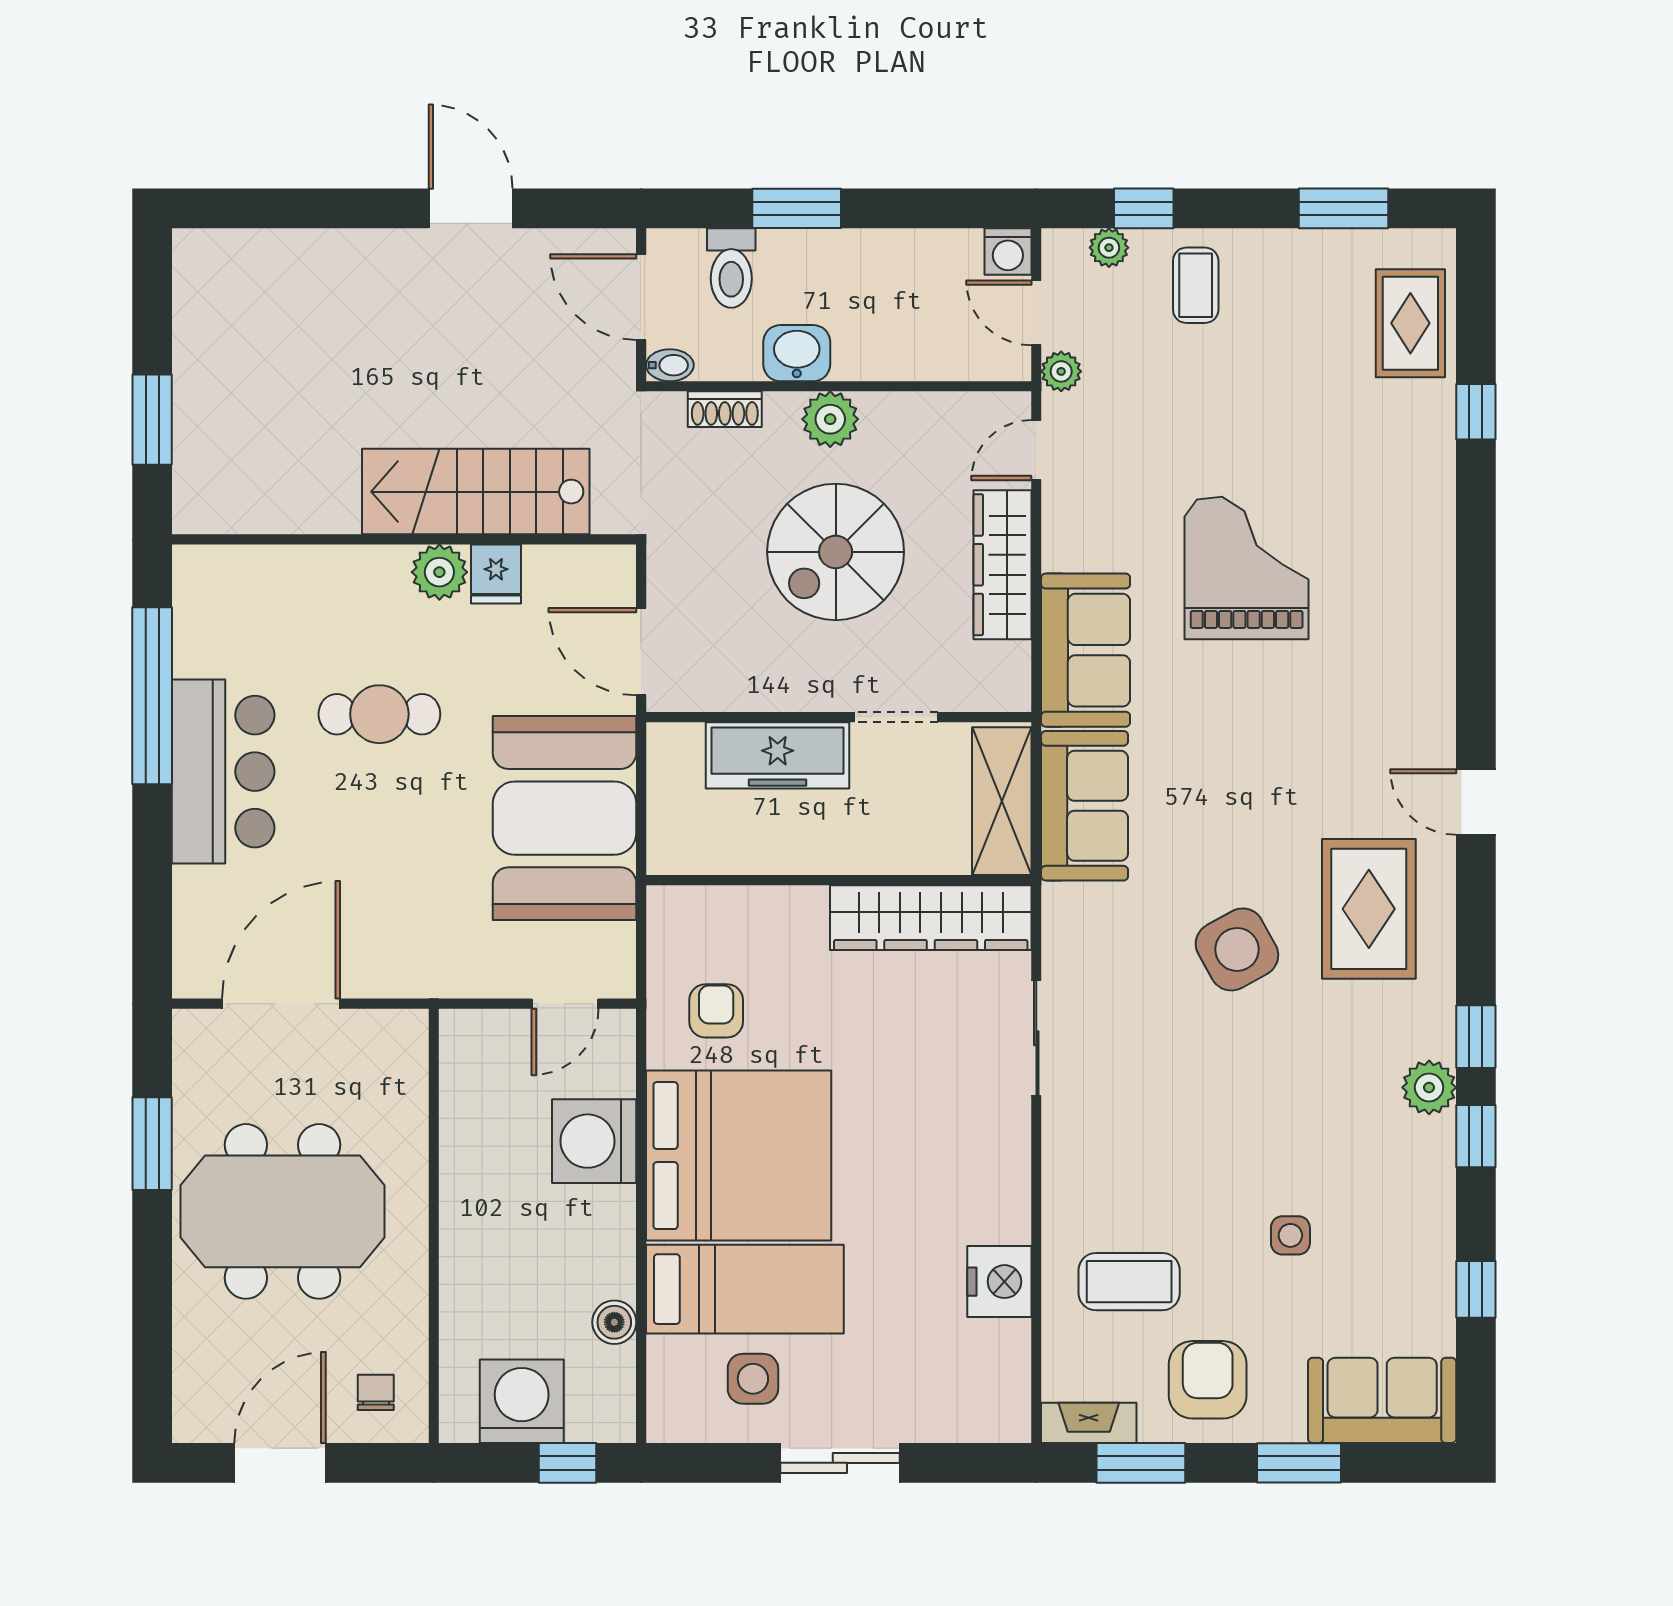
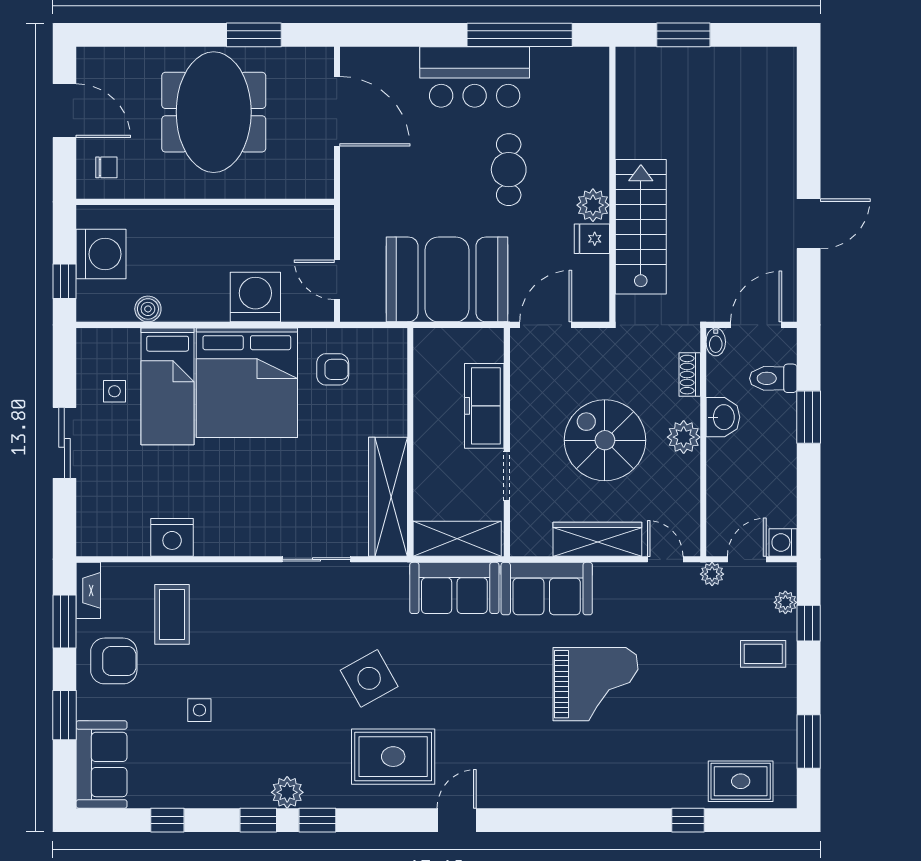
side table: (753, 1379) -> (114, 391), width x0.73, depth x0.73

